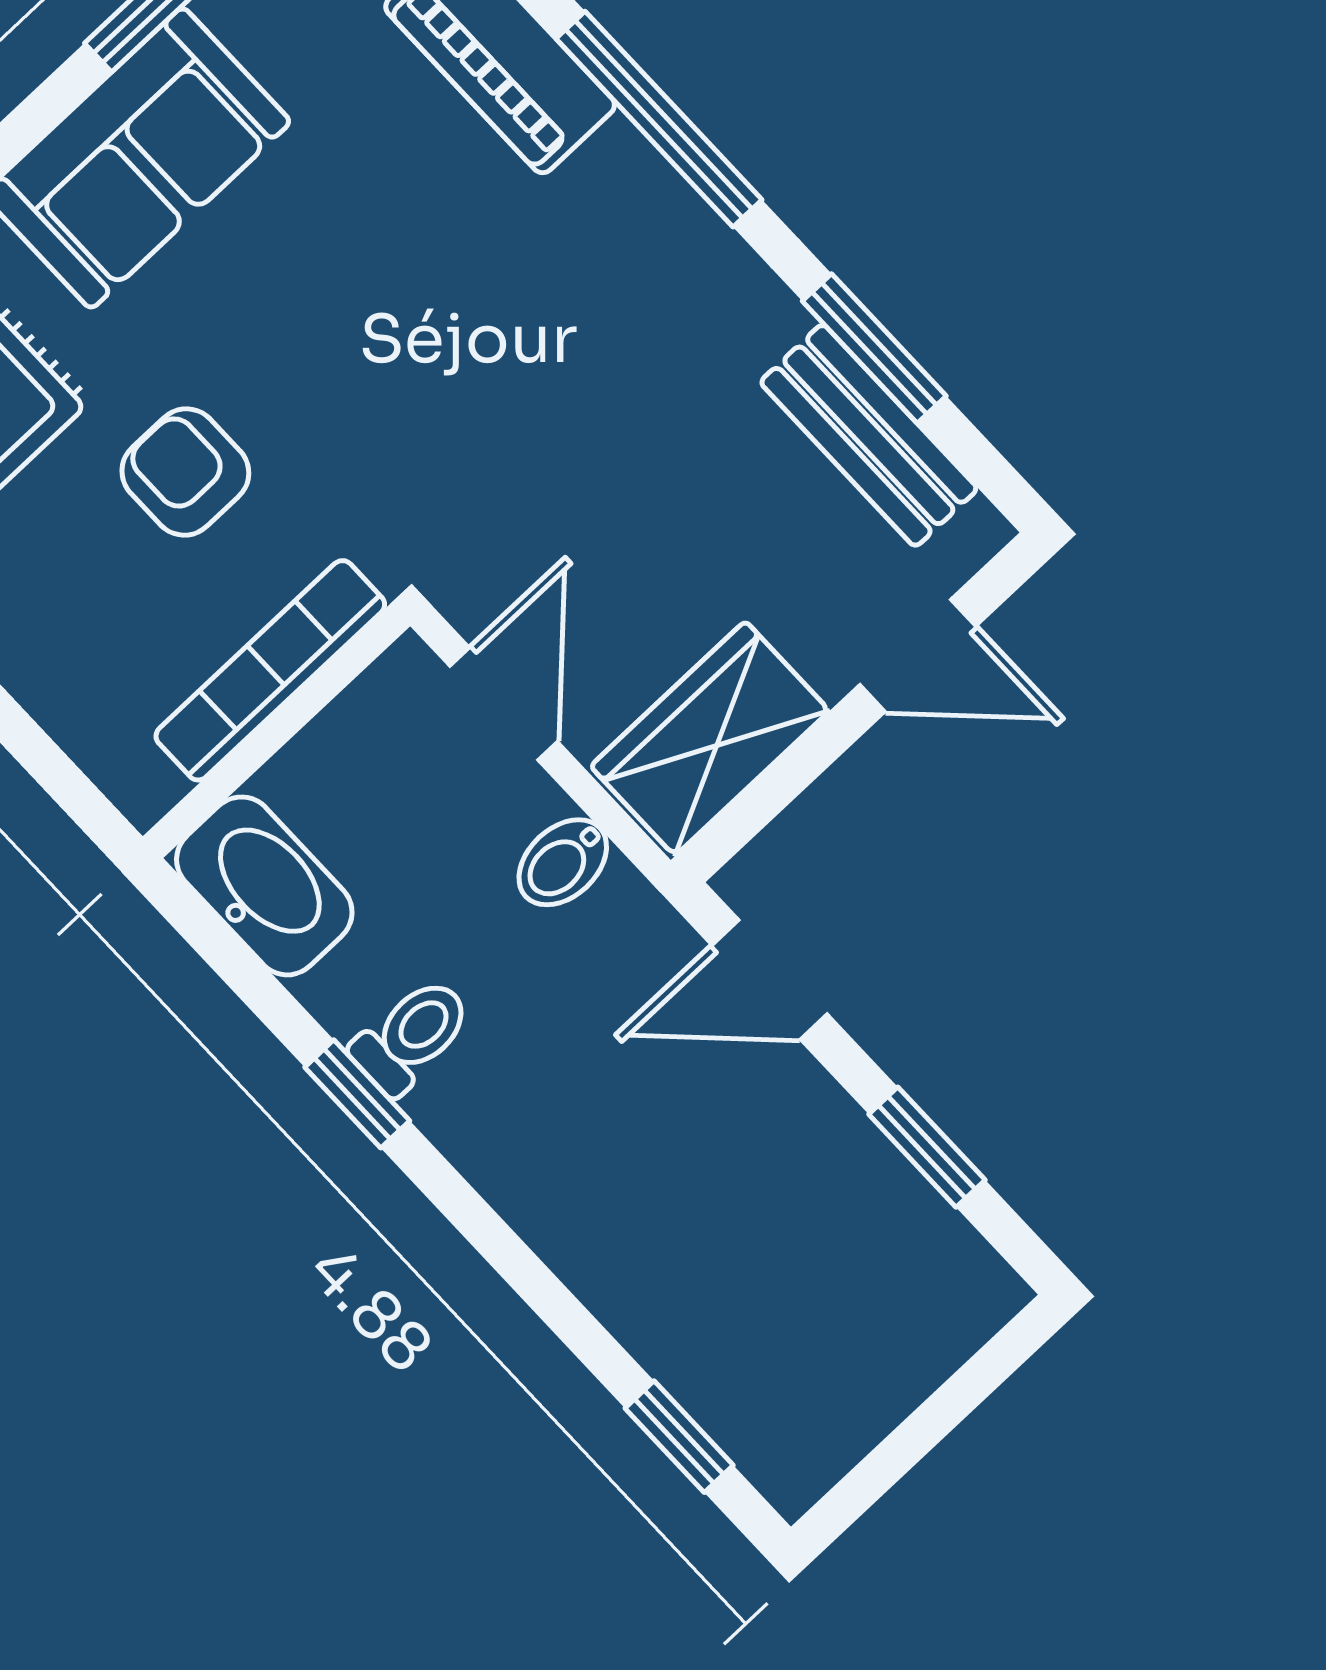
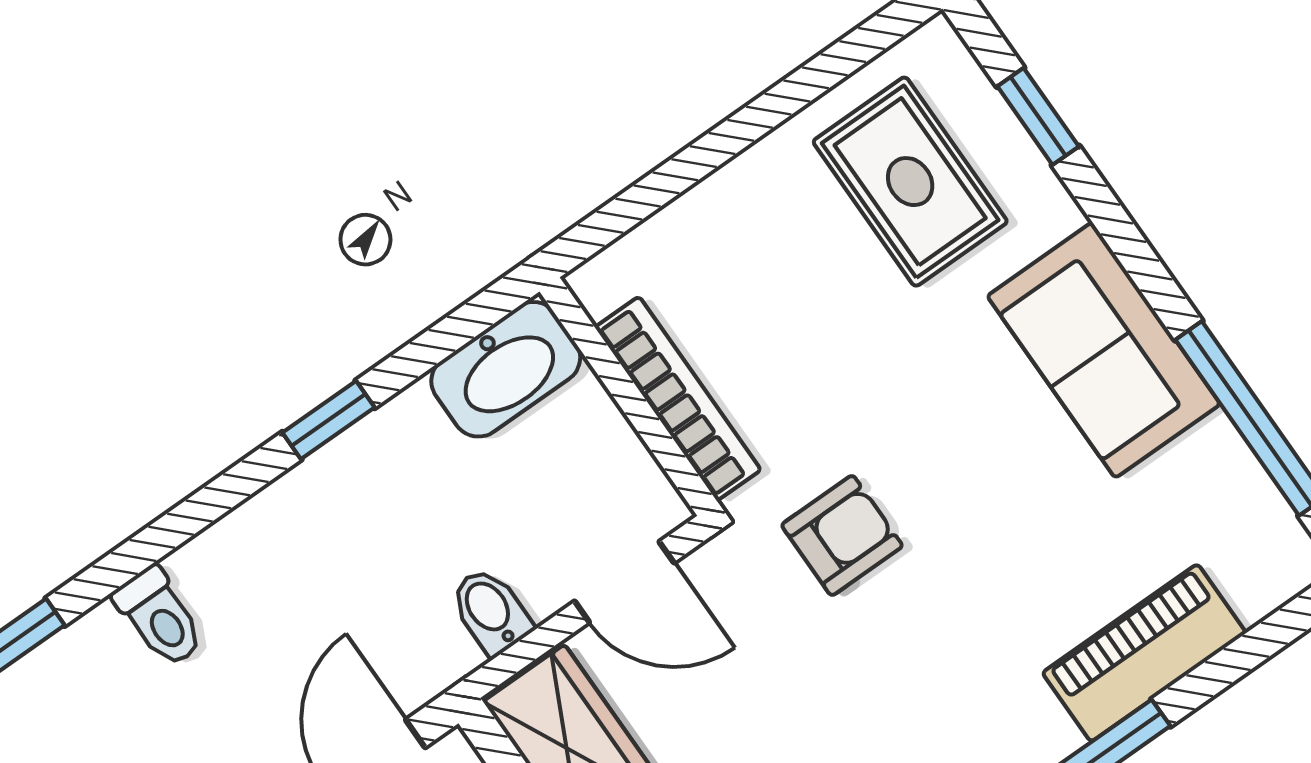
armchair: (185, 472) -> (842, 535), moved
toilet: (411, 1036) -> (160, 617), moved

